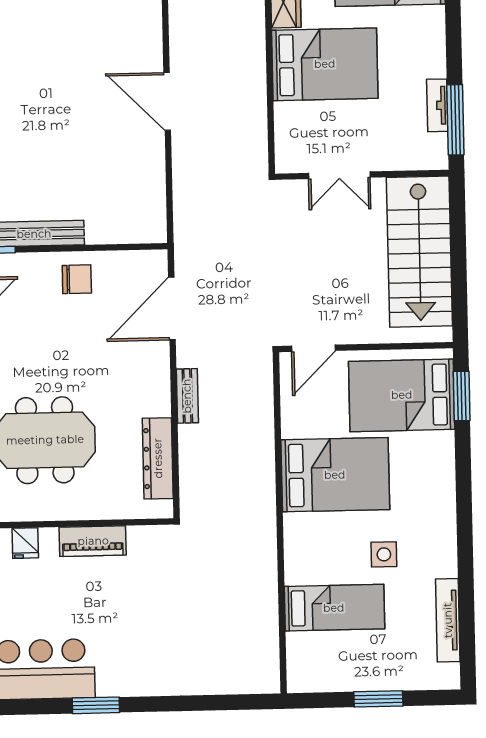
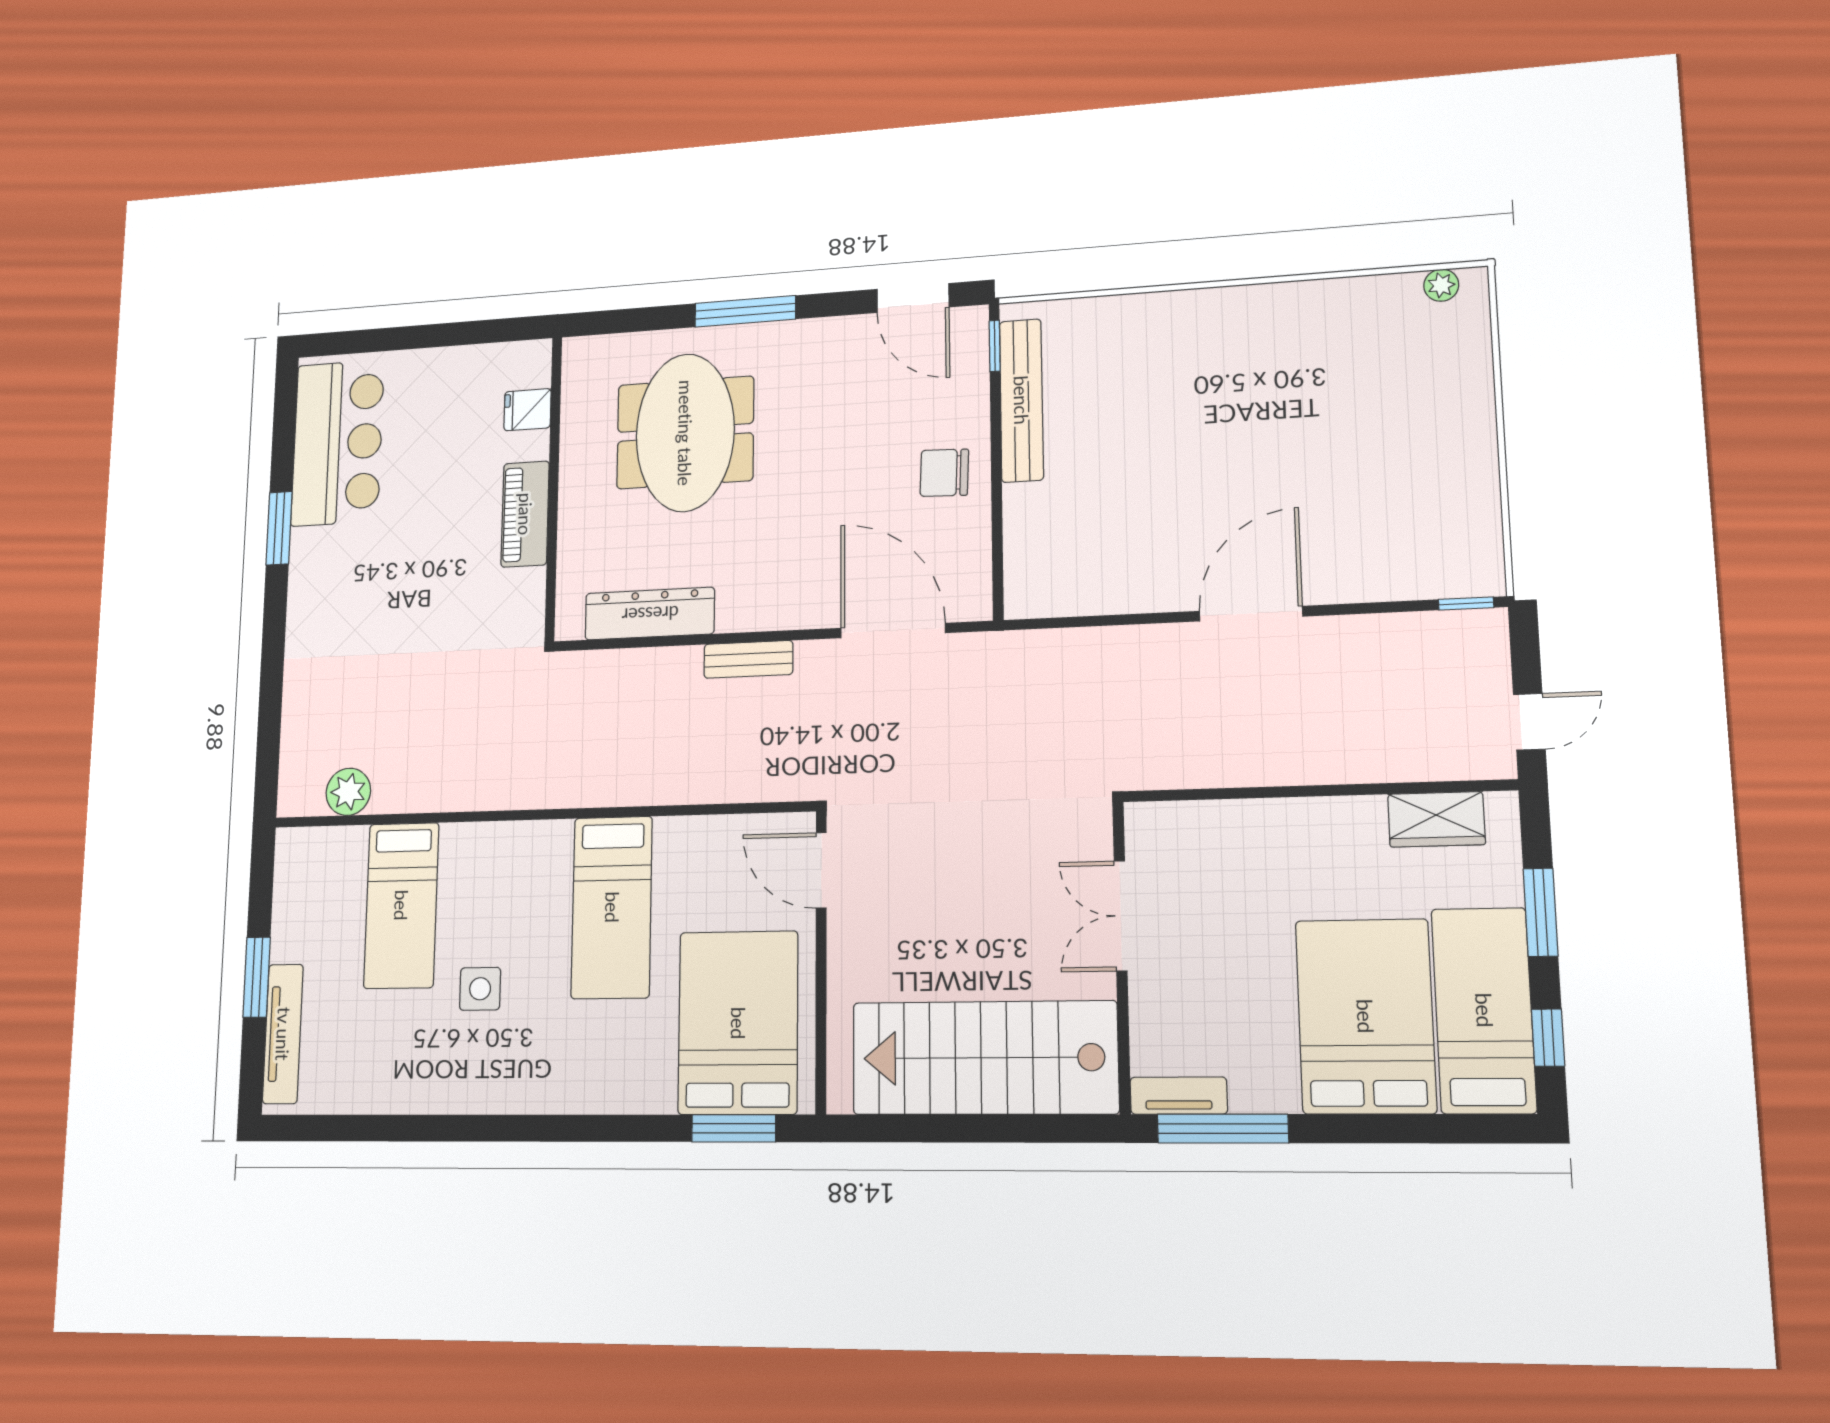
bed: (325, 64) -> (1365, 1016), moved, turned 180
tv unit: (437, 105) -> (1179, 1096), moved
chair: (77, 279) -> (944, 473), turned 92
bed: (335, 475) -> (612, 907), width x0.67
tv unit: (448, 620) -> (283, 1034), moved, turned 90
plant: (265, 647) -> (348, 792), added

